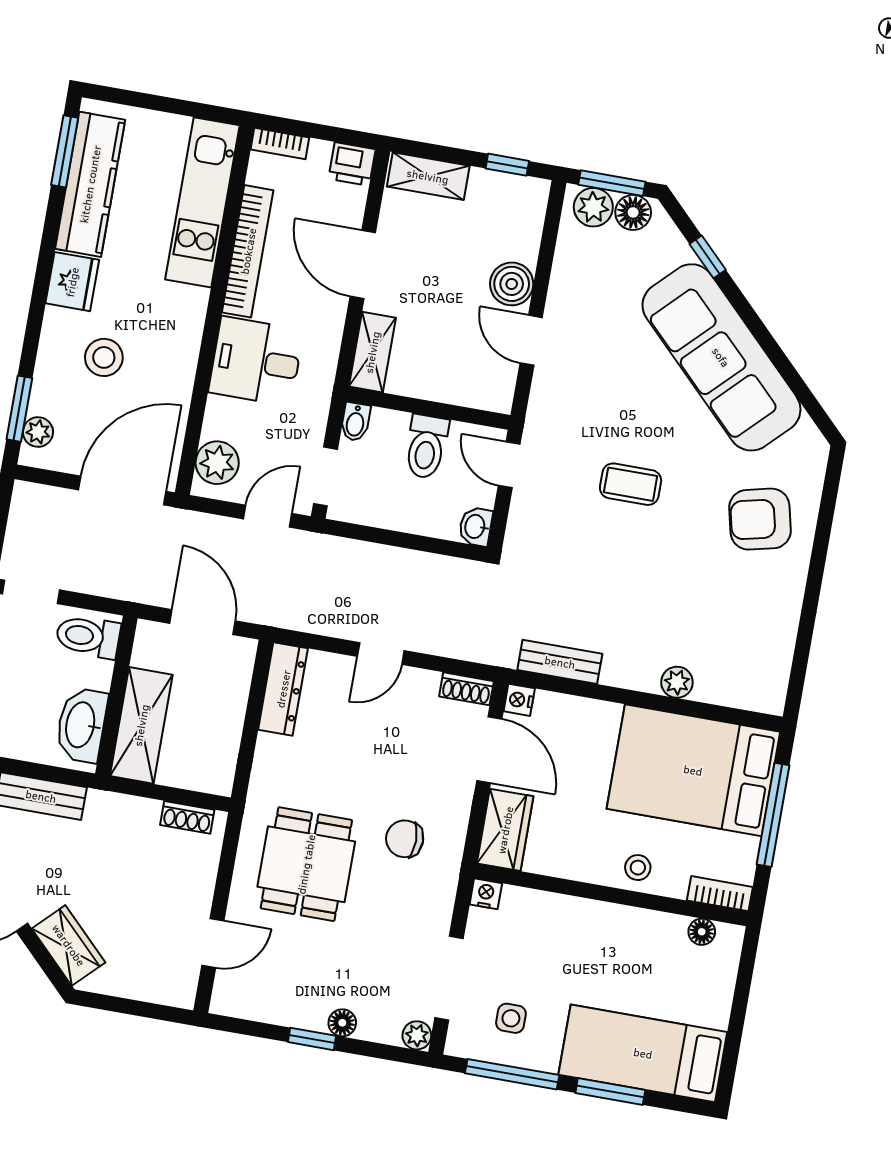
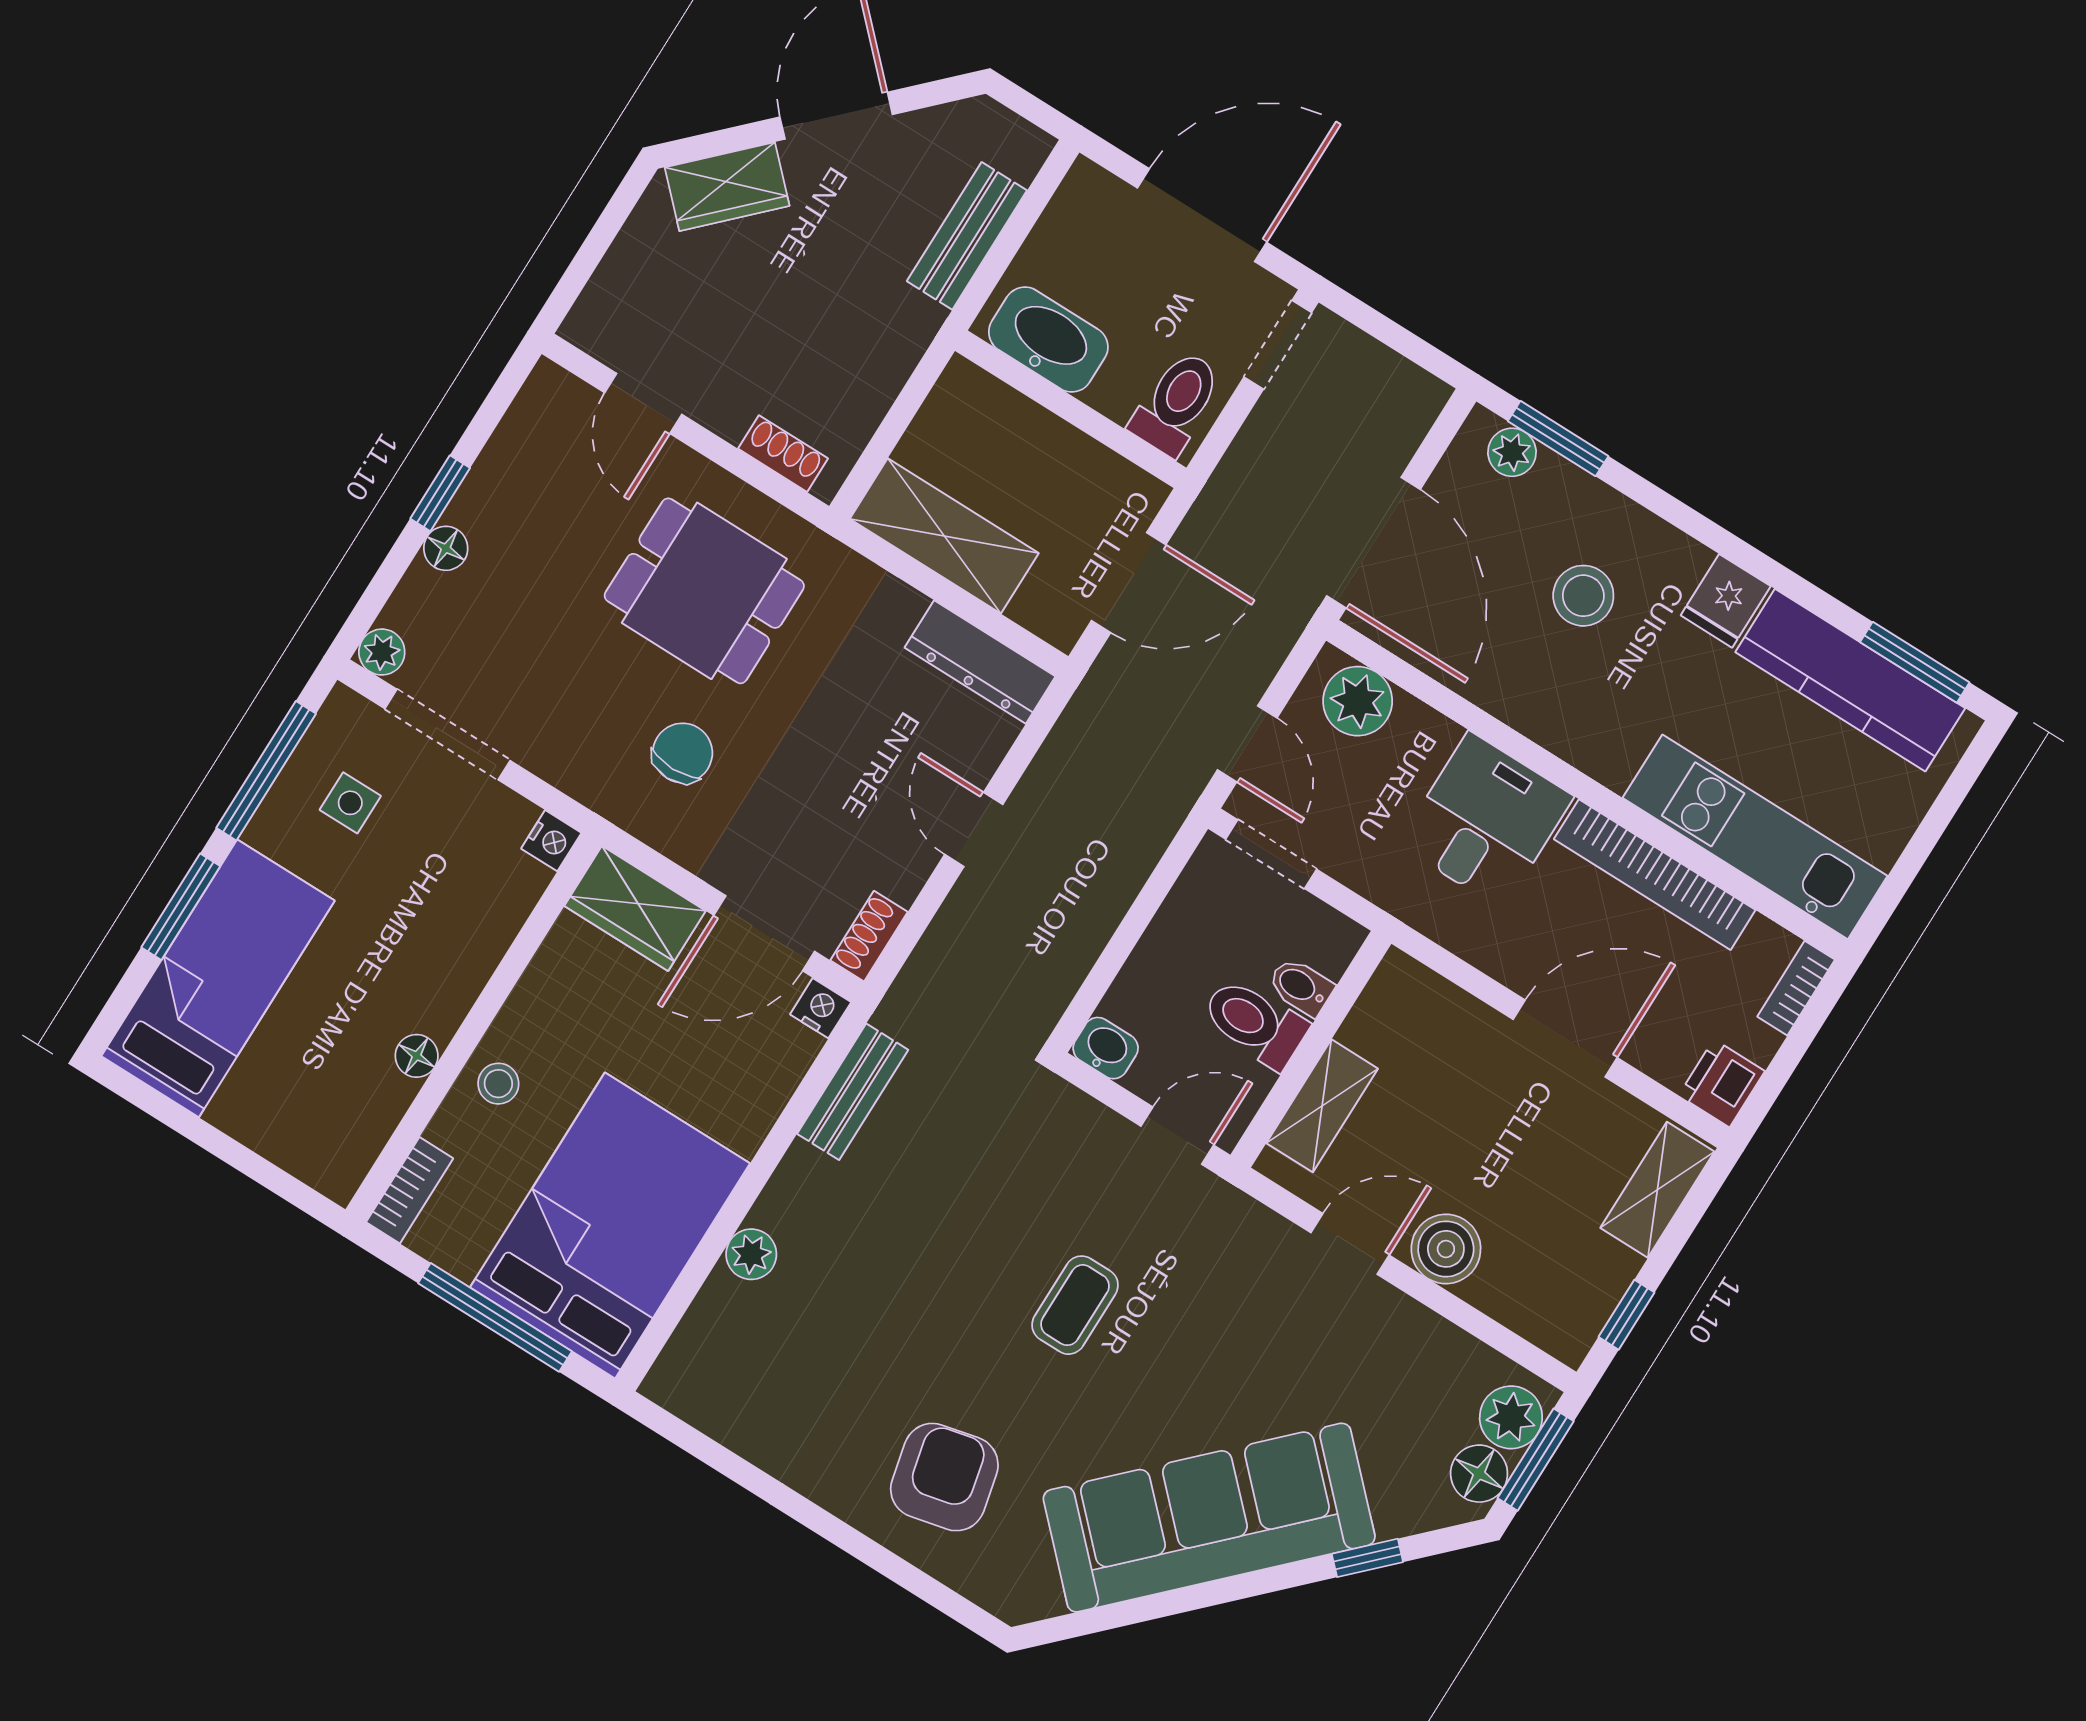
fridge: (72, 282) -> (1726, 601), width x0.72
shelving: (372, 352) -> (1322, 1106), moved, turned 90
bidet: (355, 422) -> (1301, 987), moved
shelving: (141, 725) -> (944, 536), moved
shoe rack: (187, 817) -> (783, 454), moved, turned 90
floor lamp: (702, 932) -> (417, 1056), moved

